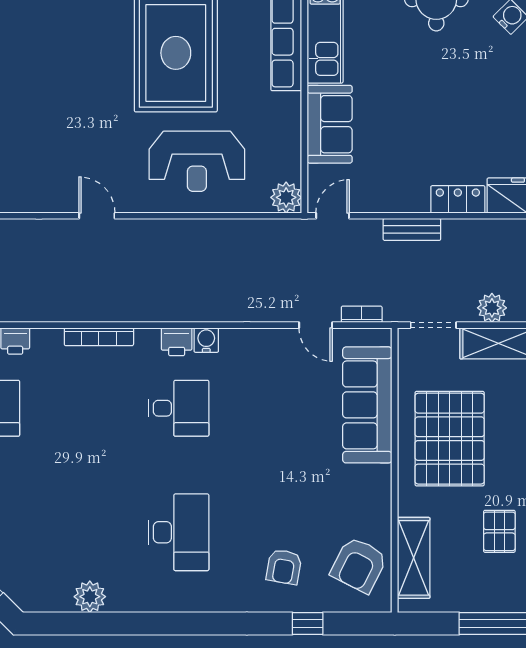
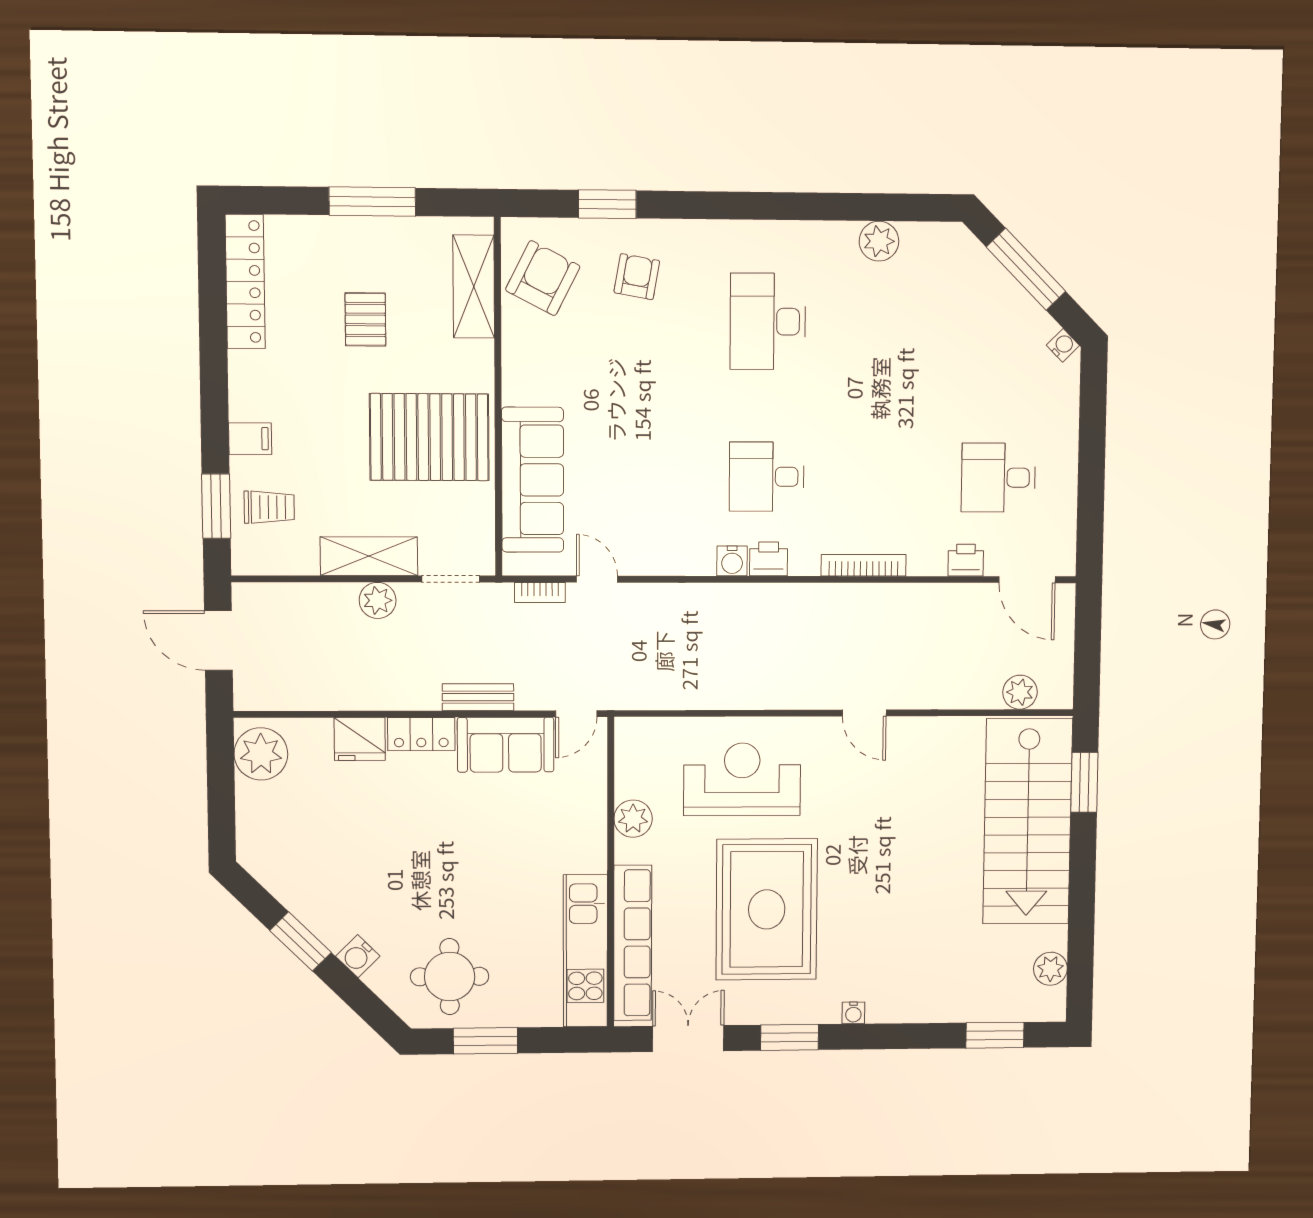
sofa: (330, 124) -> (506, 745), moved, turned -90
plant: (286, 197) -> (633, 819), moved
pallet: (450, 439) -> (429, 437), turned 90
window: (308, 623) -> (607, 204), width x1.50

